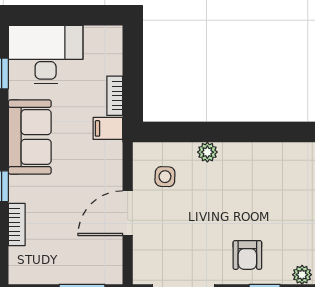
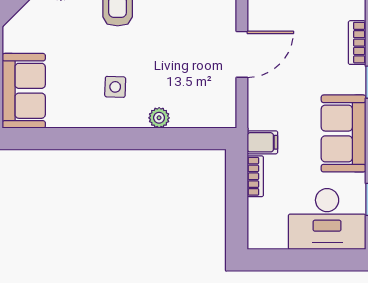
side table: (165, 177) -> (115, 87), moved

